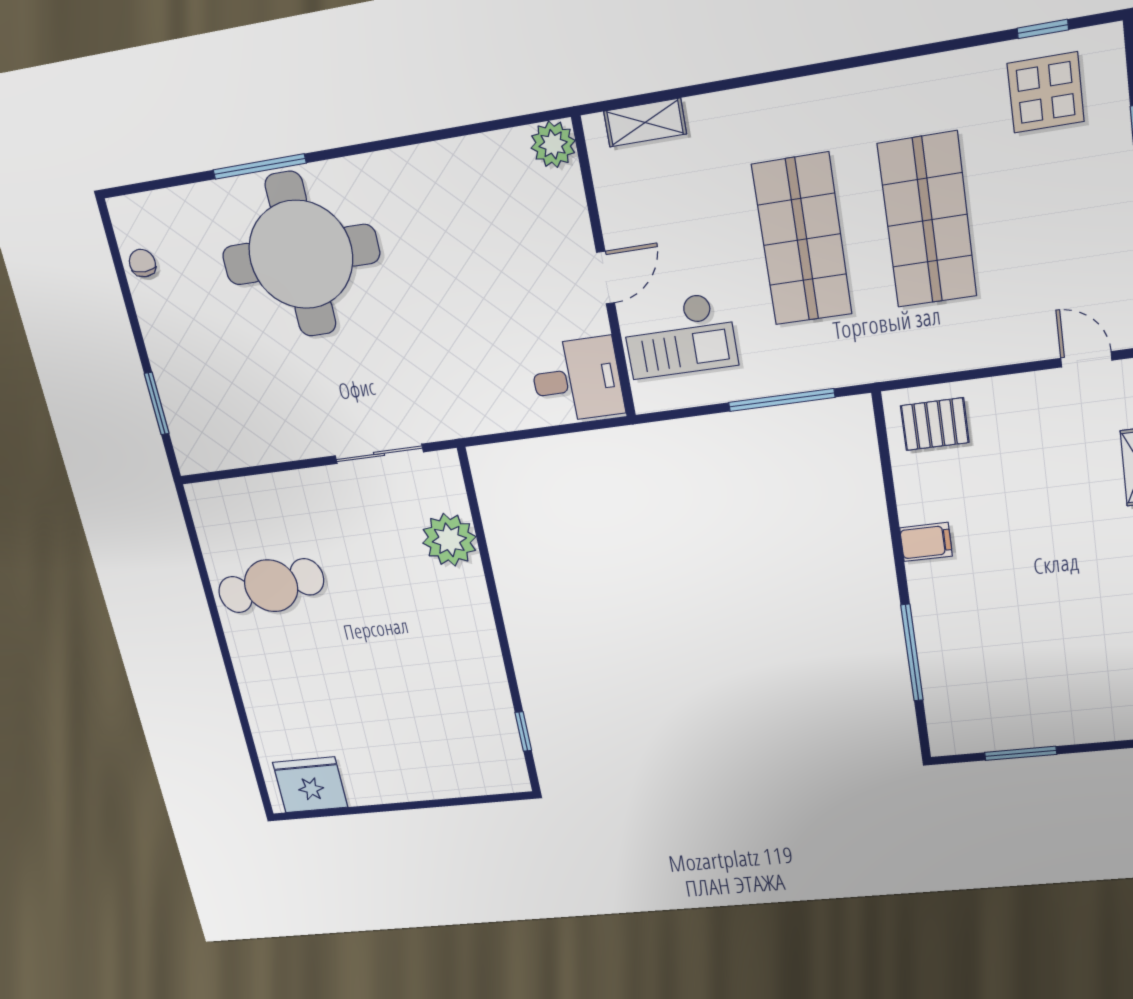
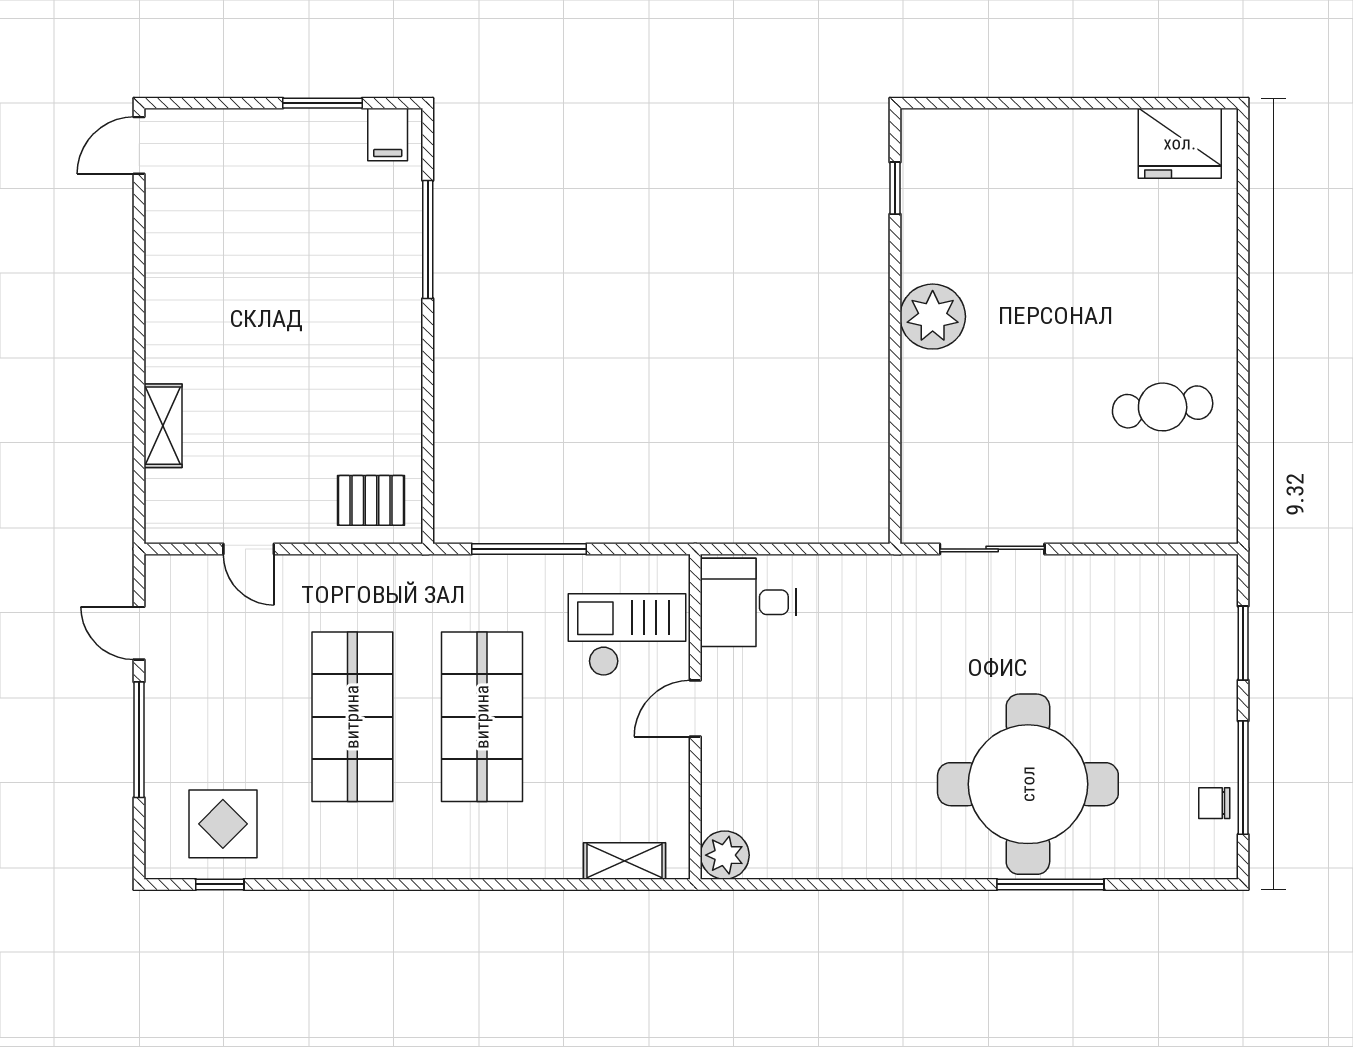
chair: (142, 263) -> (1214, 803), turned 90
window: (125, 289) -> (1243, 778), added
door: (1086, 359) -> (249, 549), moved
plant: (449, 540) -> (933, 317), moved
filing cabinet: (926, 542) -> (388, 135), moved, turned -90
cafe table: (271, 586) -> (1163, 407), width x0.73, depth x0.74

